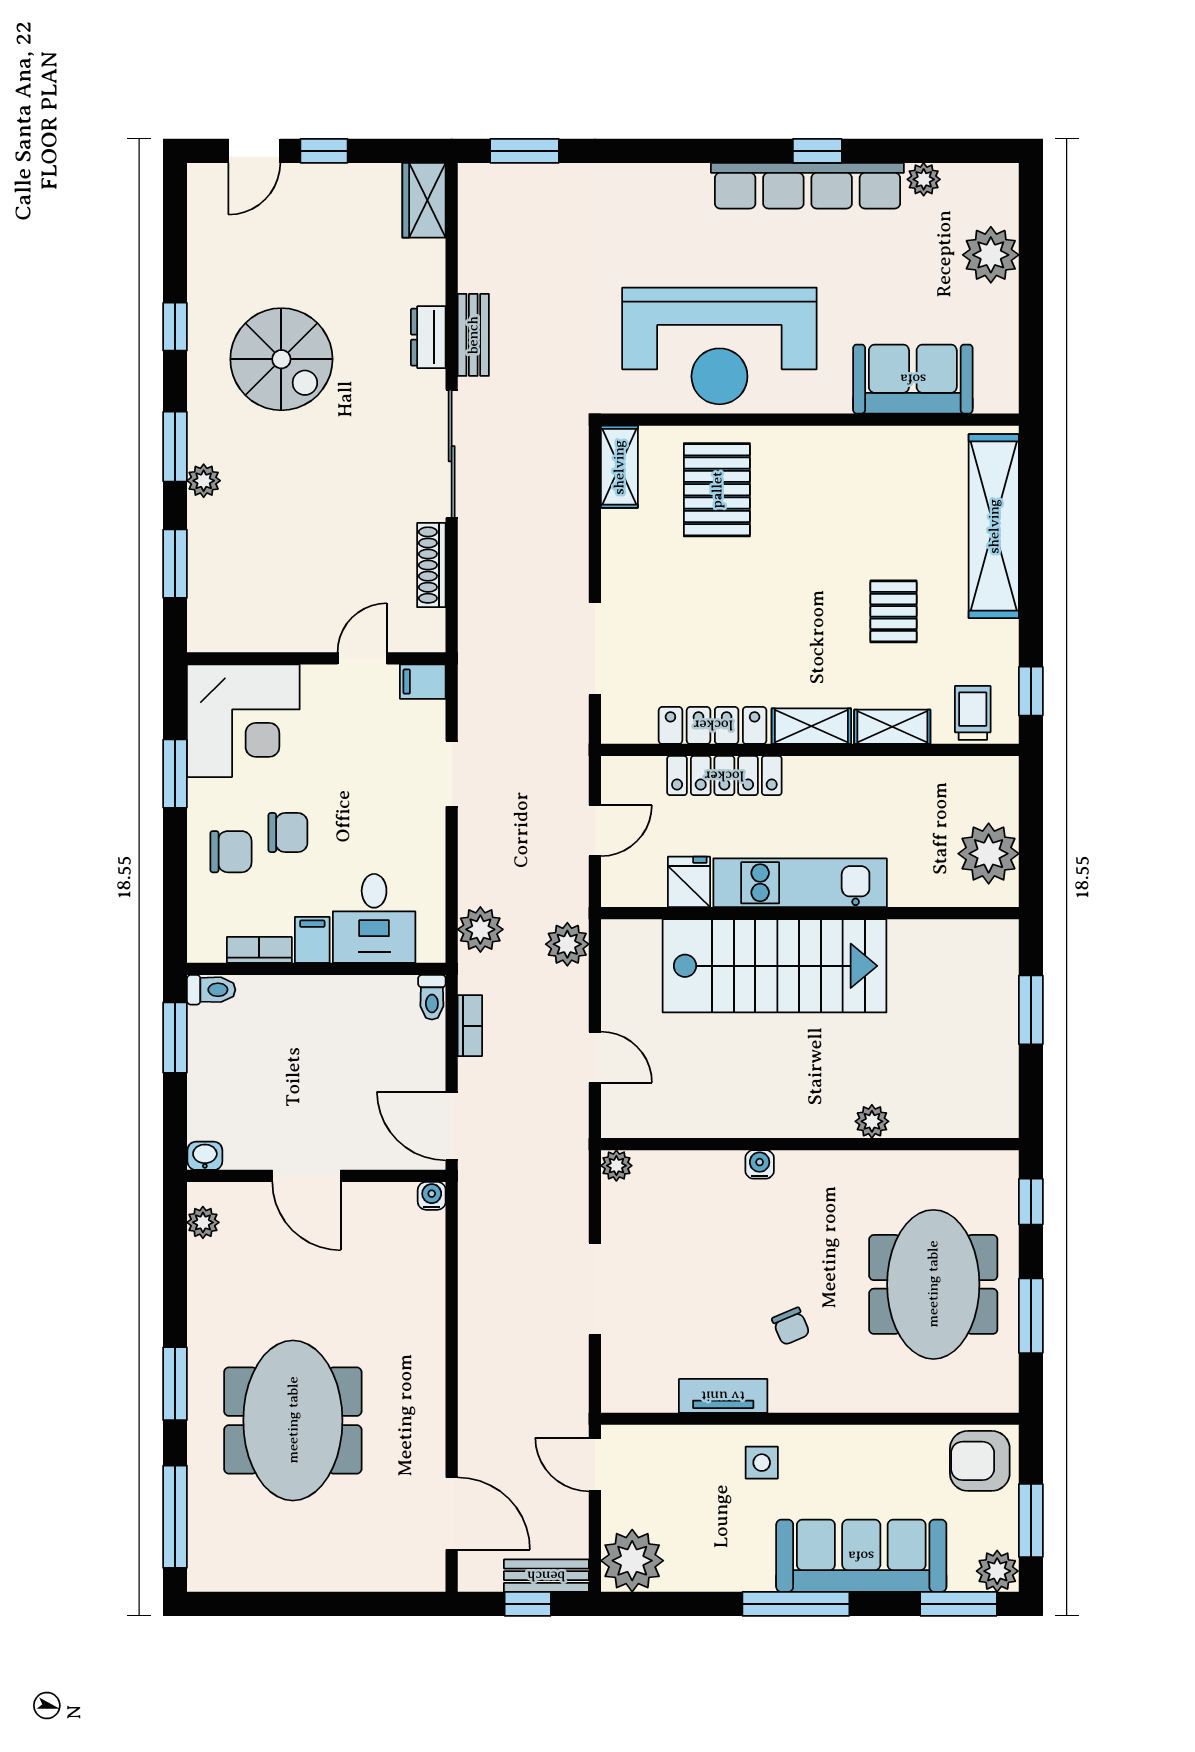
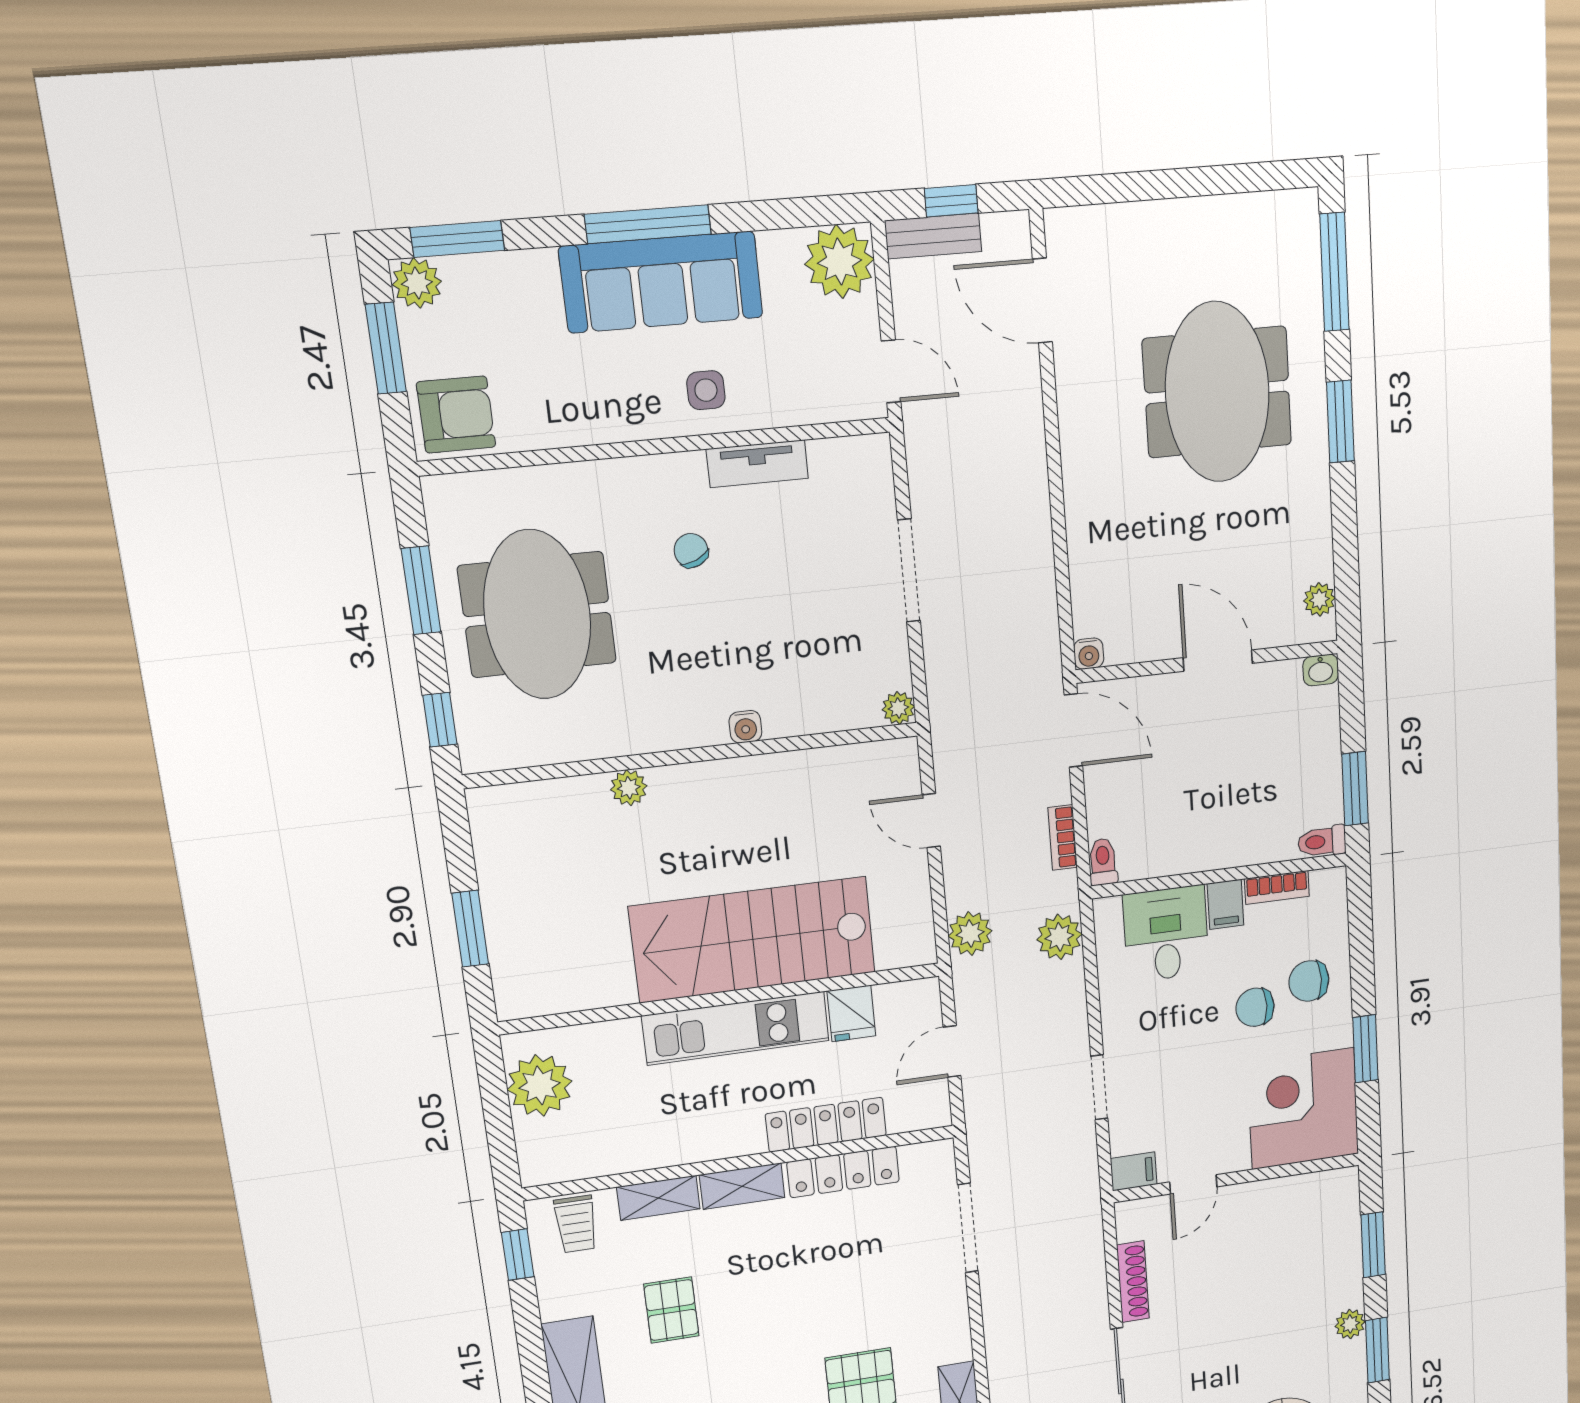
sofa: (861, 1556) -> (661, 282), moved

